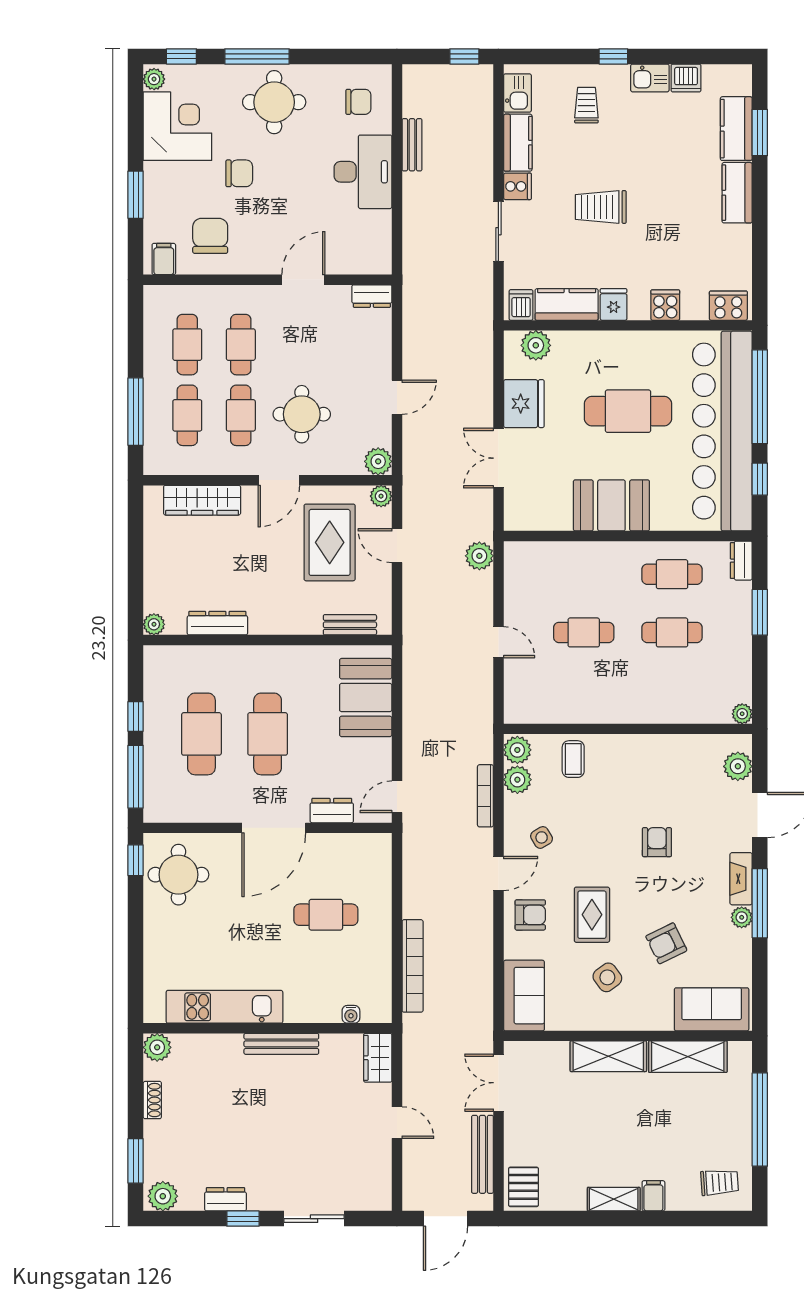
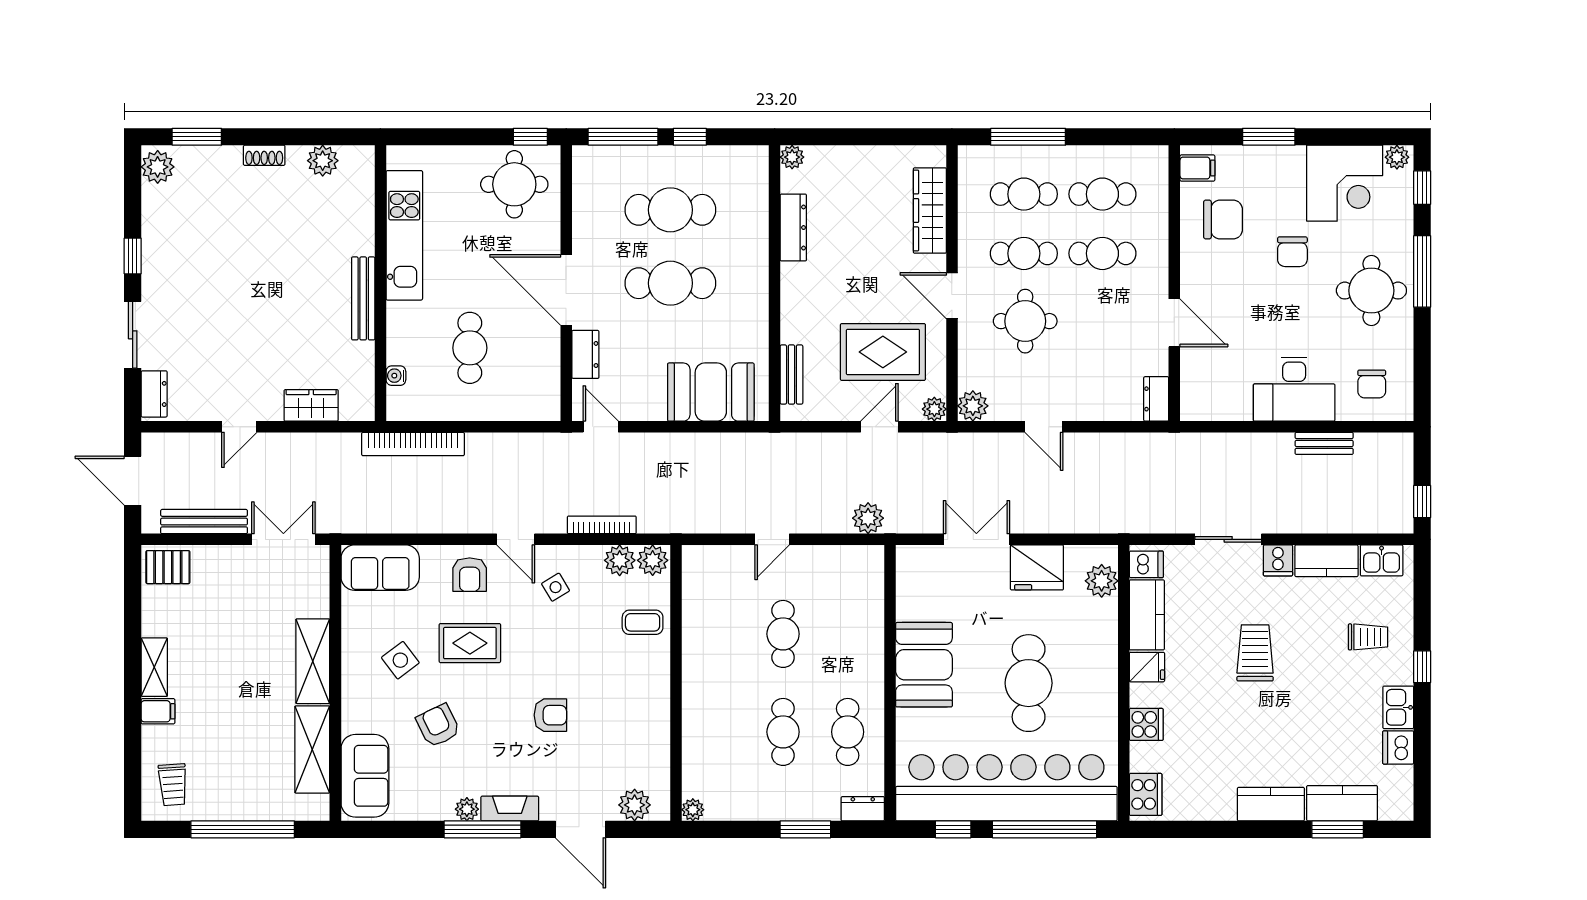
kitchen unit: (224, 1007) -> (404, 235), moved
water cooler: (351, 1014) -> (396, 376), moved
wall: (268, 1028) -> (380, 283), moved
bench: (281, 1044) -> (363, 298), moved
dresser: (225, 1199) -> (154, 394), moved

